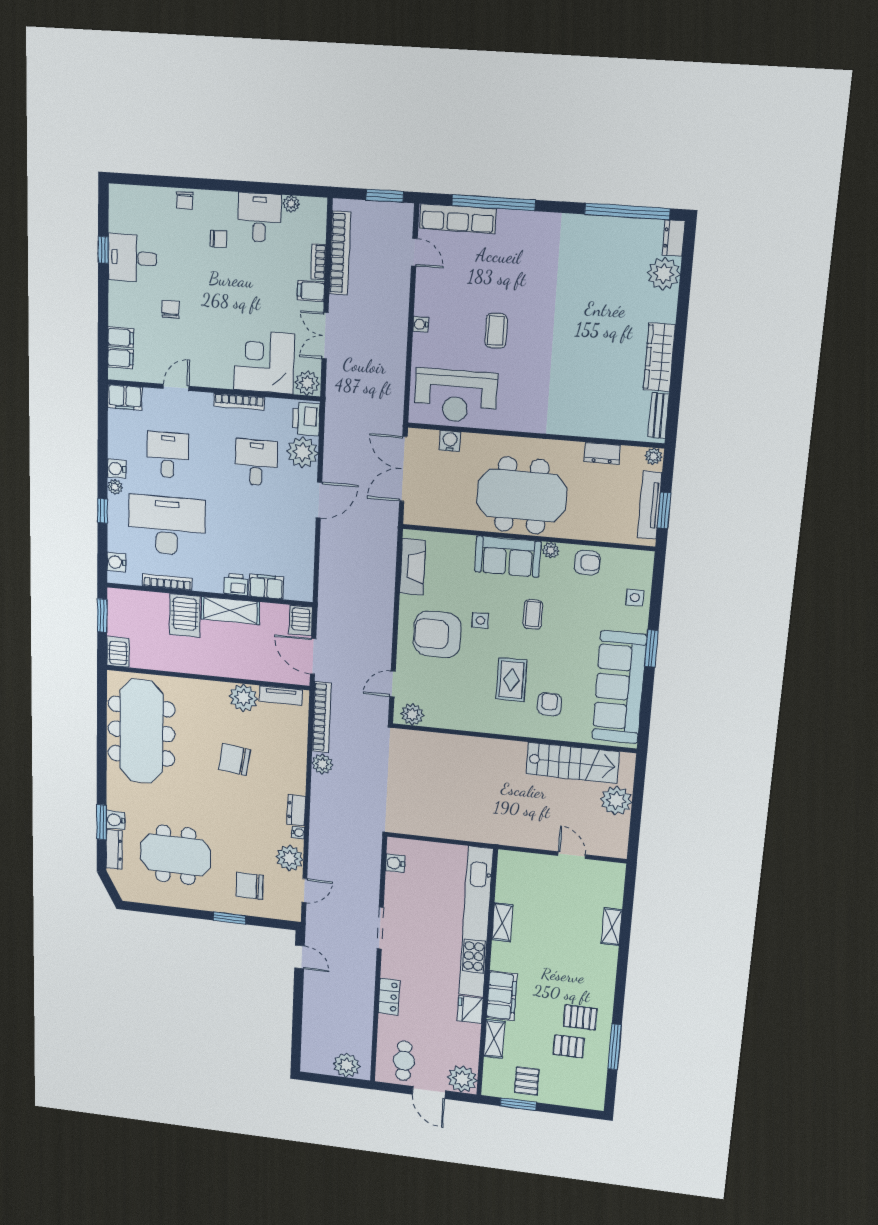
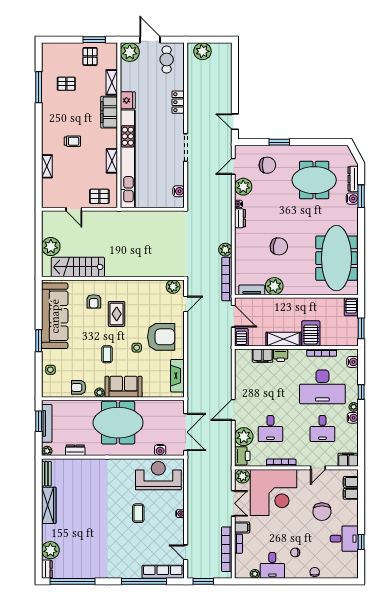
chair: (170, 309) -> (322, 512), width x1.87, depth x1.87
corner desk: (264, 362) -> (274, 492), width x1.36, depth x1.36
trolley: (566, 960) -> (72, 141), added
pallet: (580, 1017) -> (99, 196), moved

